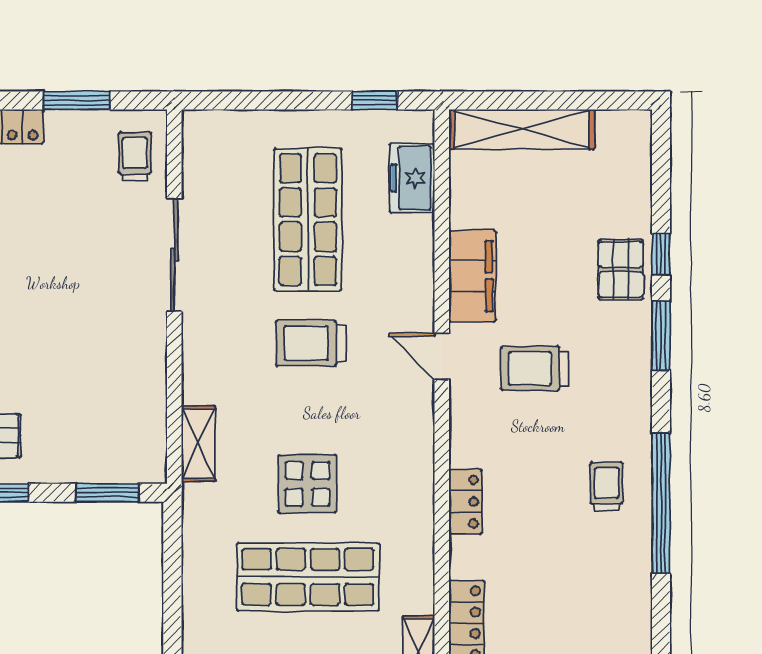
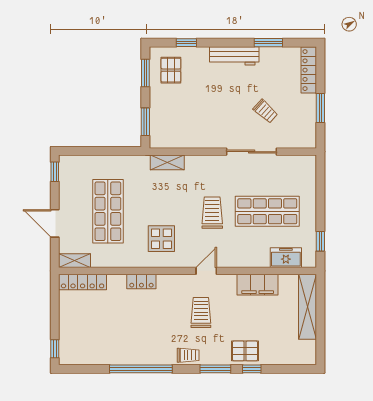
trolley: (135, 156) -> (265, 111), moved, turned 42
filing cabinet: (472, 276) -> (258, 285), moved
display table: (307, 484) -> (161, 239), moved
trolley: (607, 486) -> (188, 355), moved

